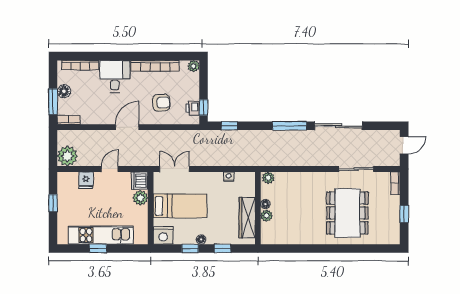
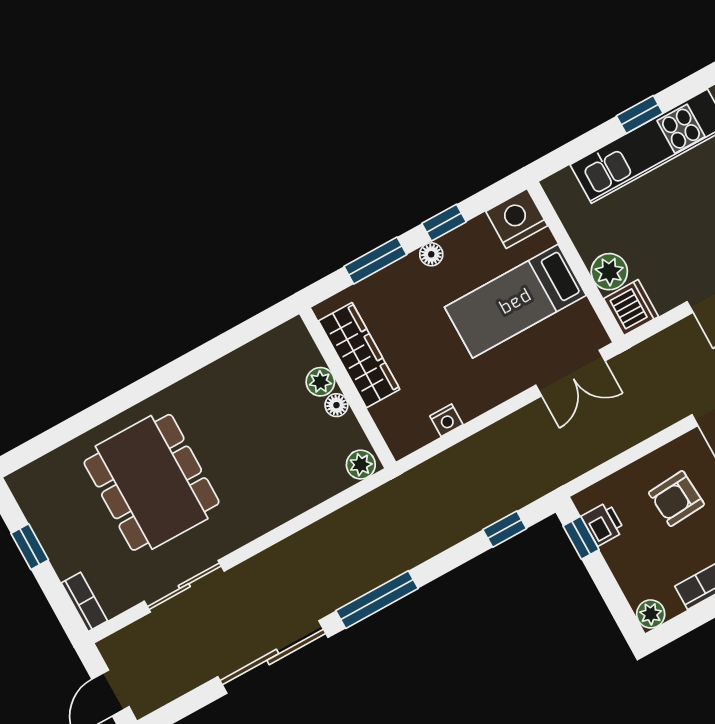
window: (223, 248) -> (375, 261), width x1.50

